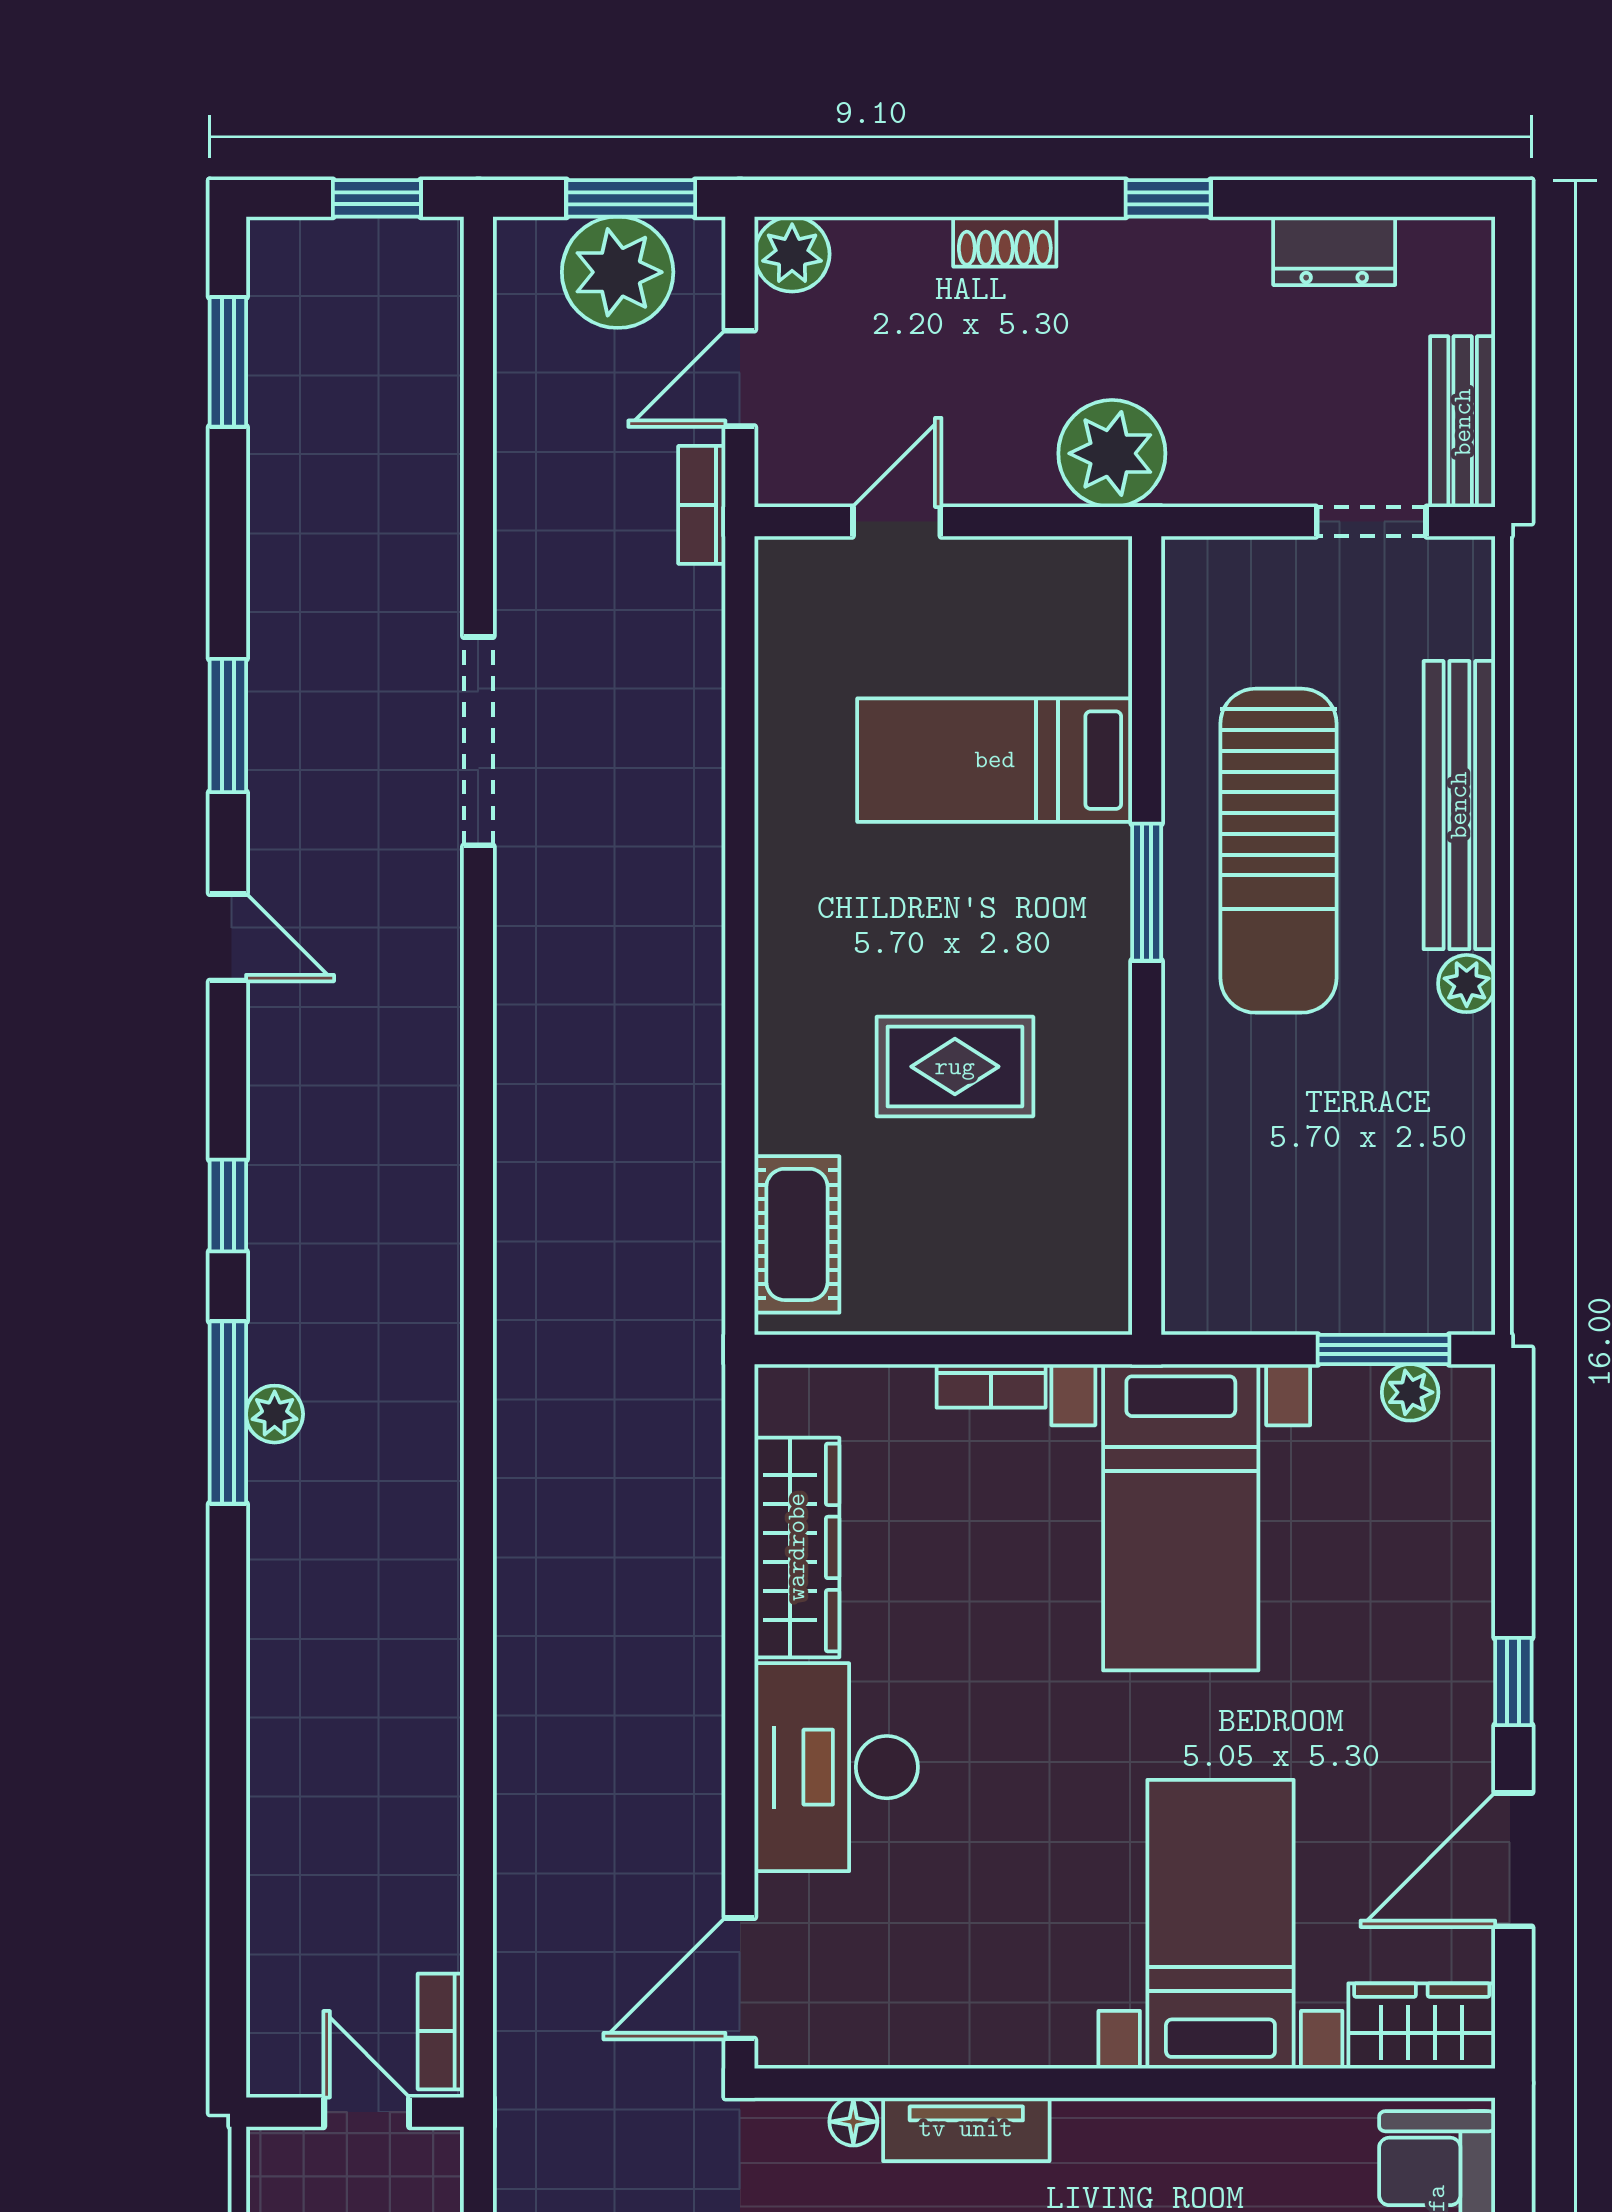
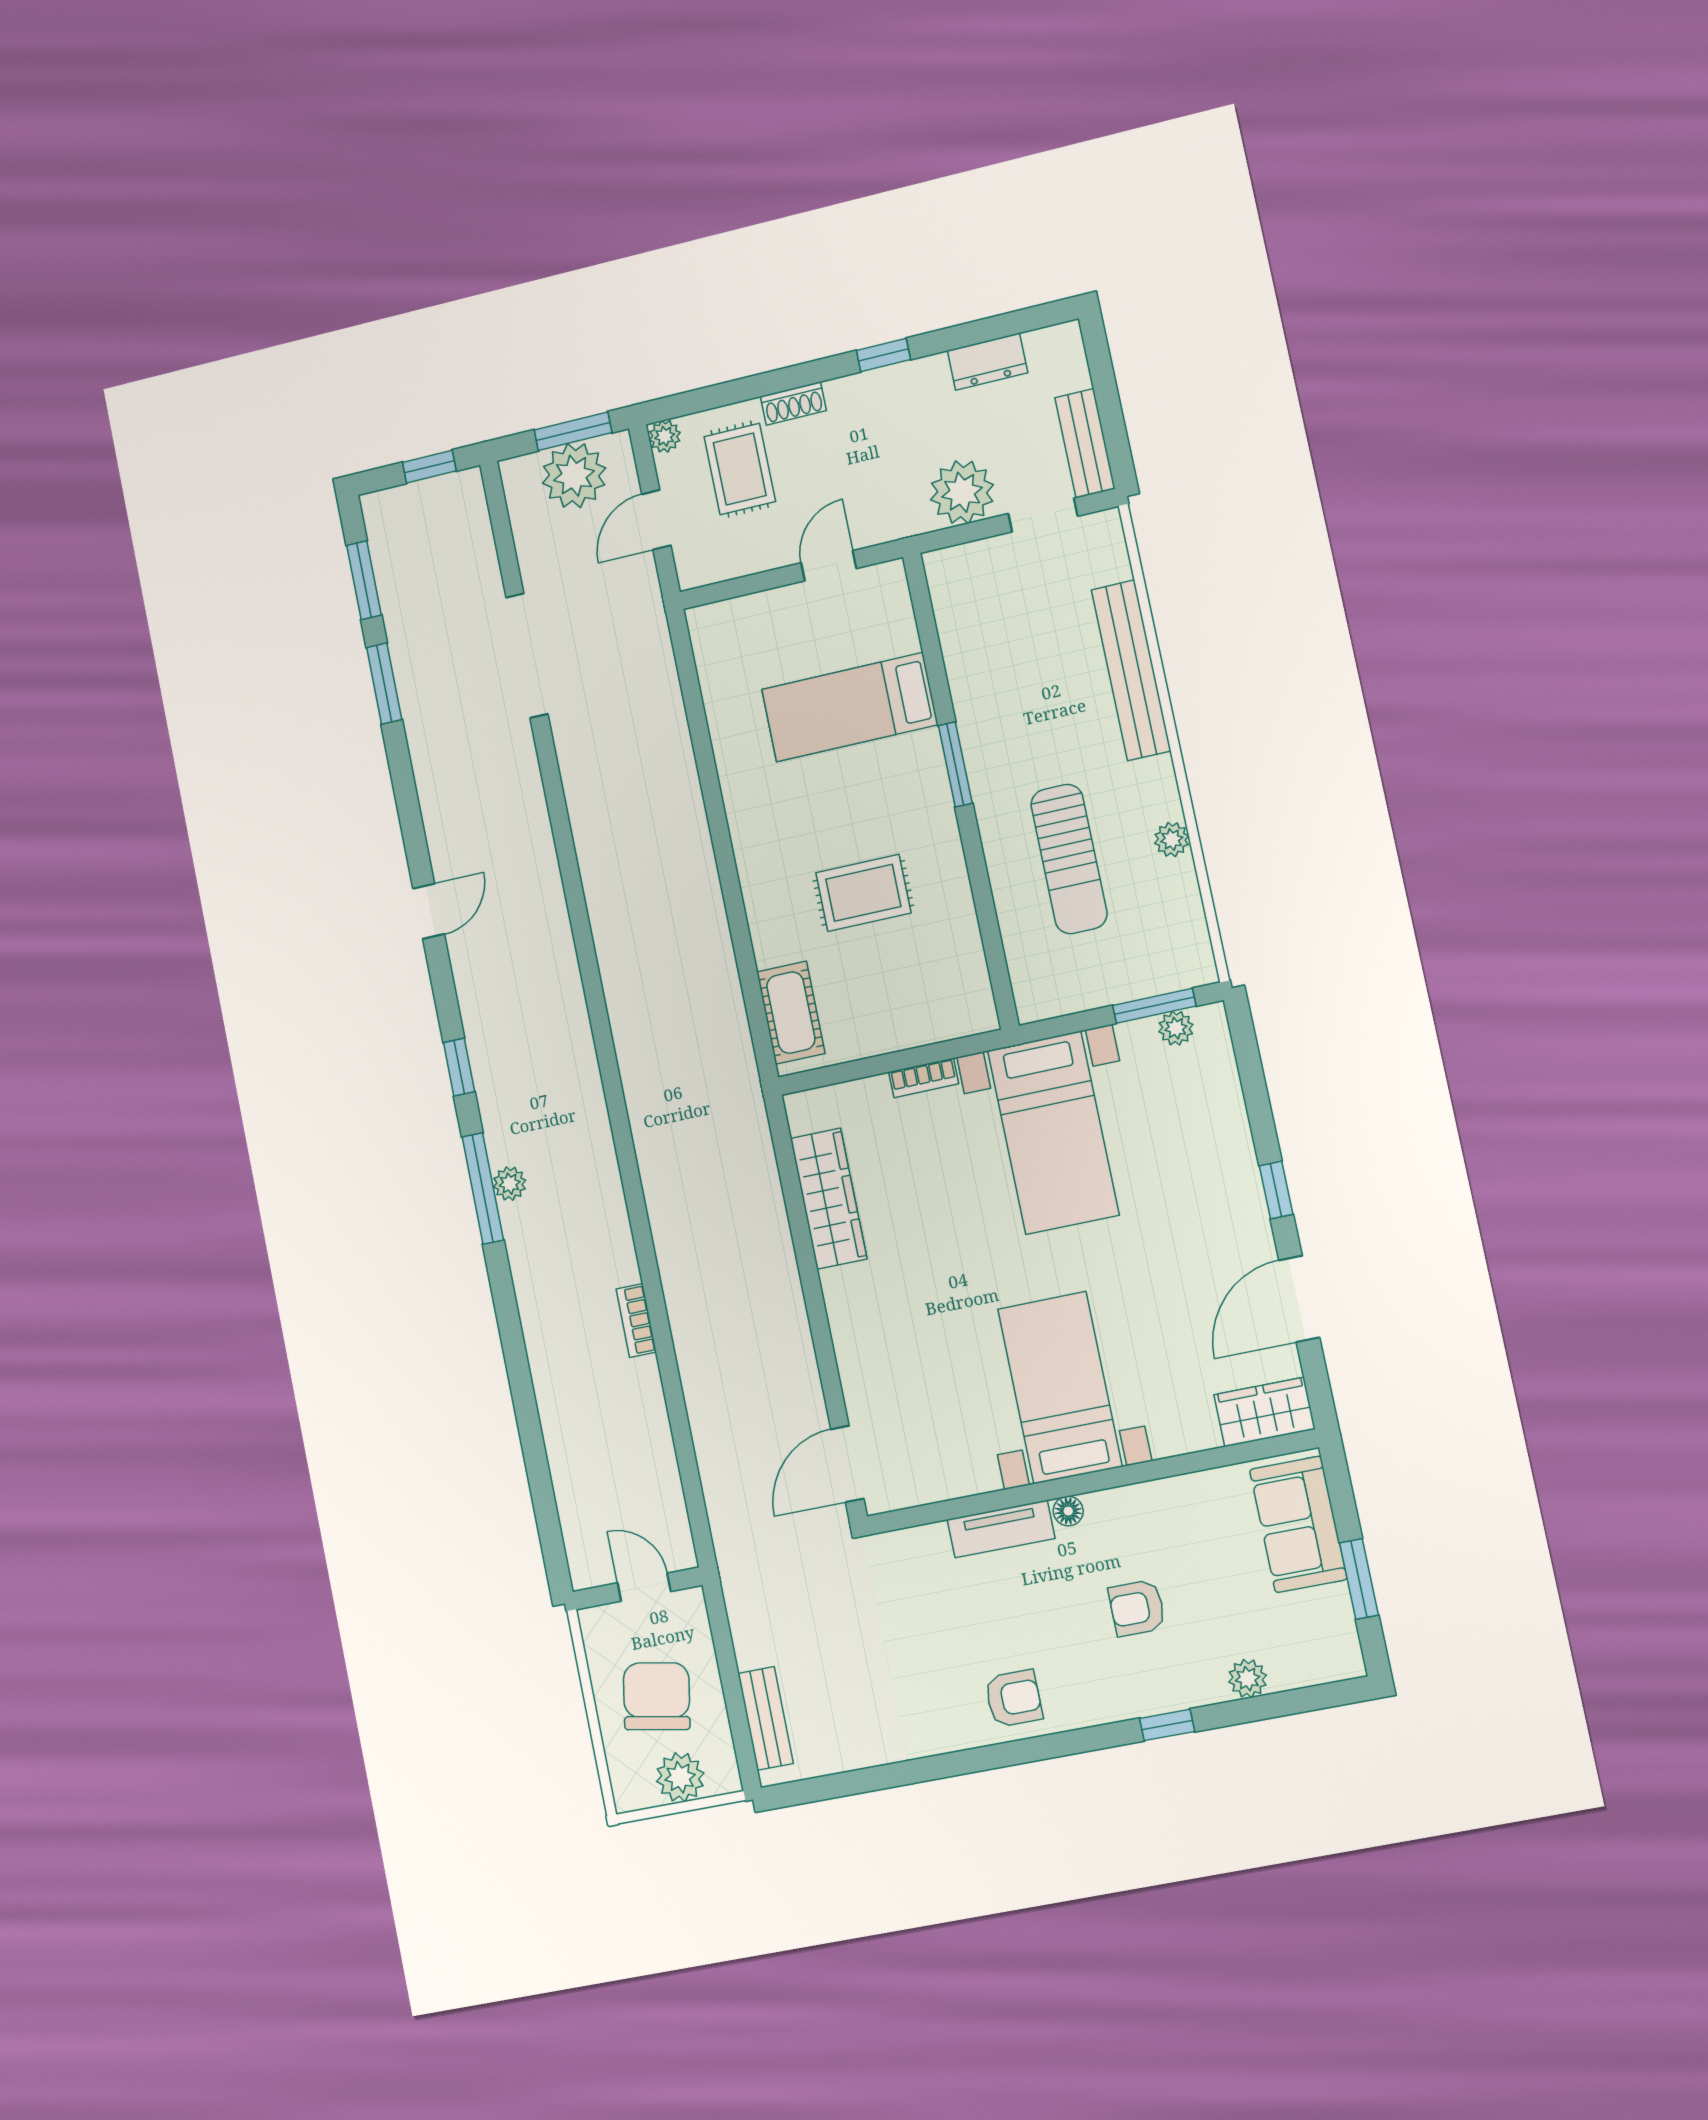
plant: (792, 254) -> (665, 436), width x0.73, depth x0.73
rug: (895, 328) -> (740, 469), added
plant: (1112, 453) -> (962, 492), moved
bookcase: (702, 505) -> (649, 598), removed
door: (897, 522) -> (829, 566), moved
window: (228, 725) -> (384, 684), moved
doorway: (478, 741) -> (527, 656), moved
sun lounger: (1279, 851) -> (1069, 859), moved, width x0.73, depth x0.75
door: (228, 937) -> (429, 911), hinge flipped
plant: (1467, 984) -> (1172, 840), moved
desk: (836, 1767) -> (879, 1325), removed
bed with nightstands: (1220, 1924) -> (1060, 1388), moved
bookcase: (441, 2031) -> (636, 1320), moved
floor lamp: (853, 2122) -> (1068, 1511), moved

